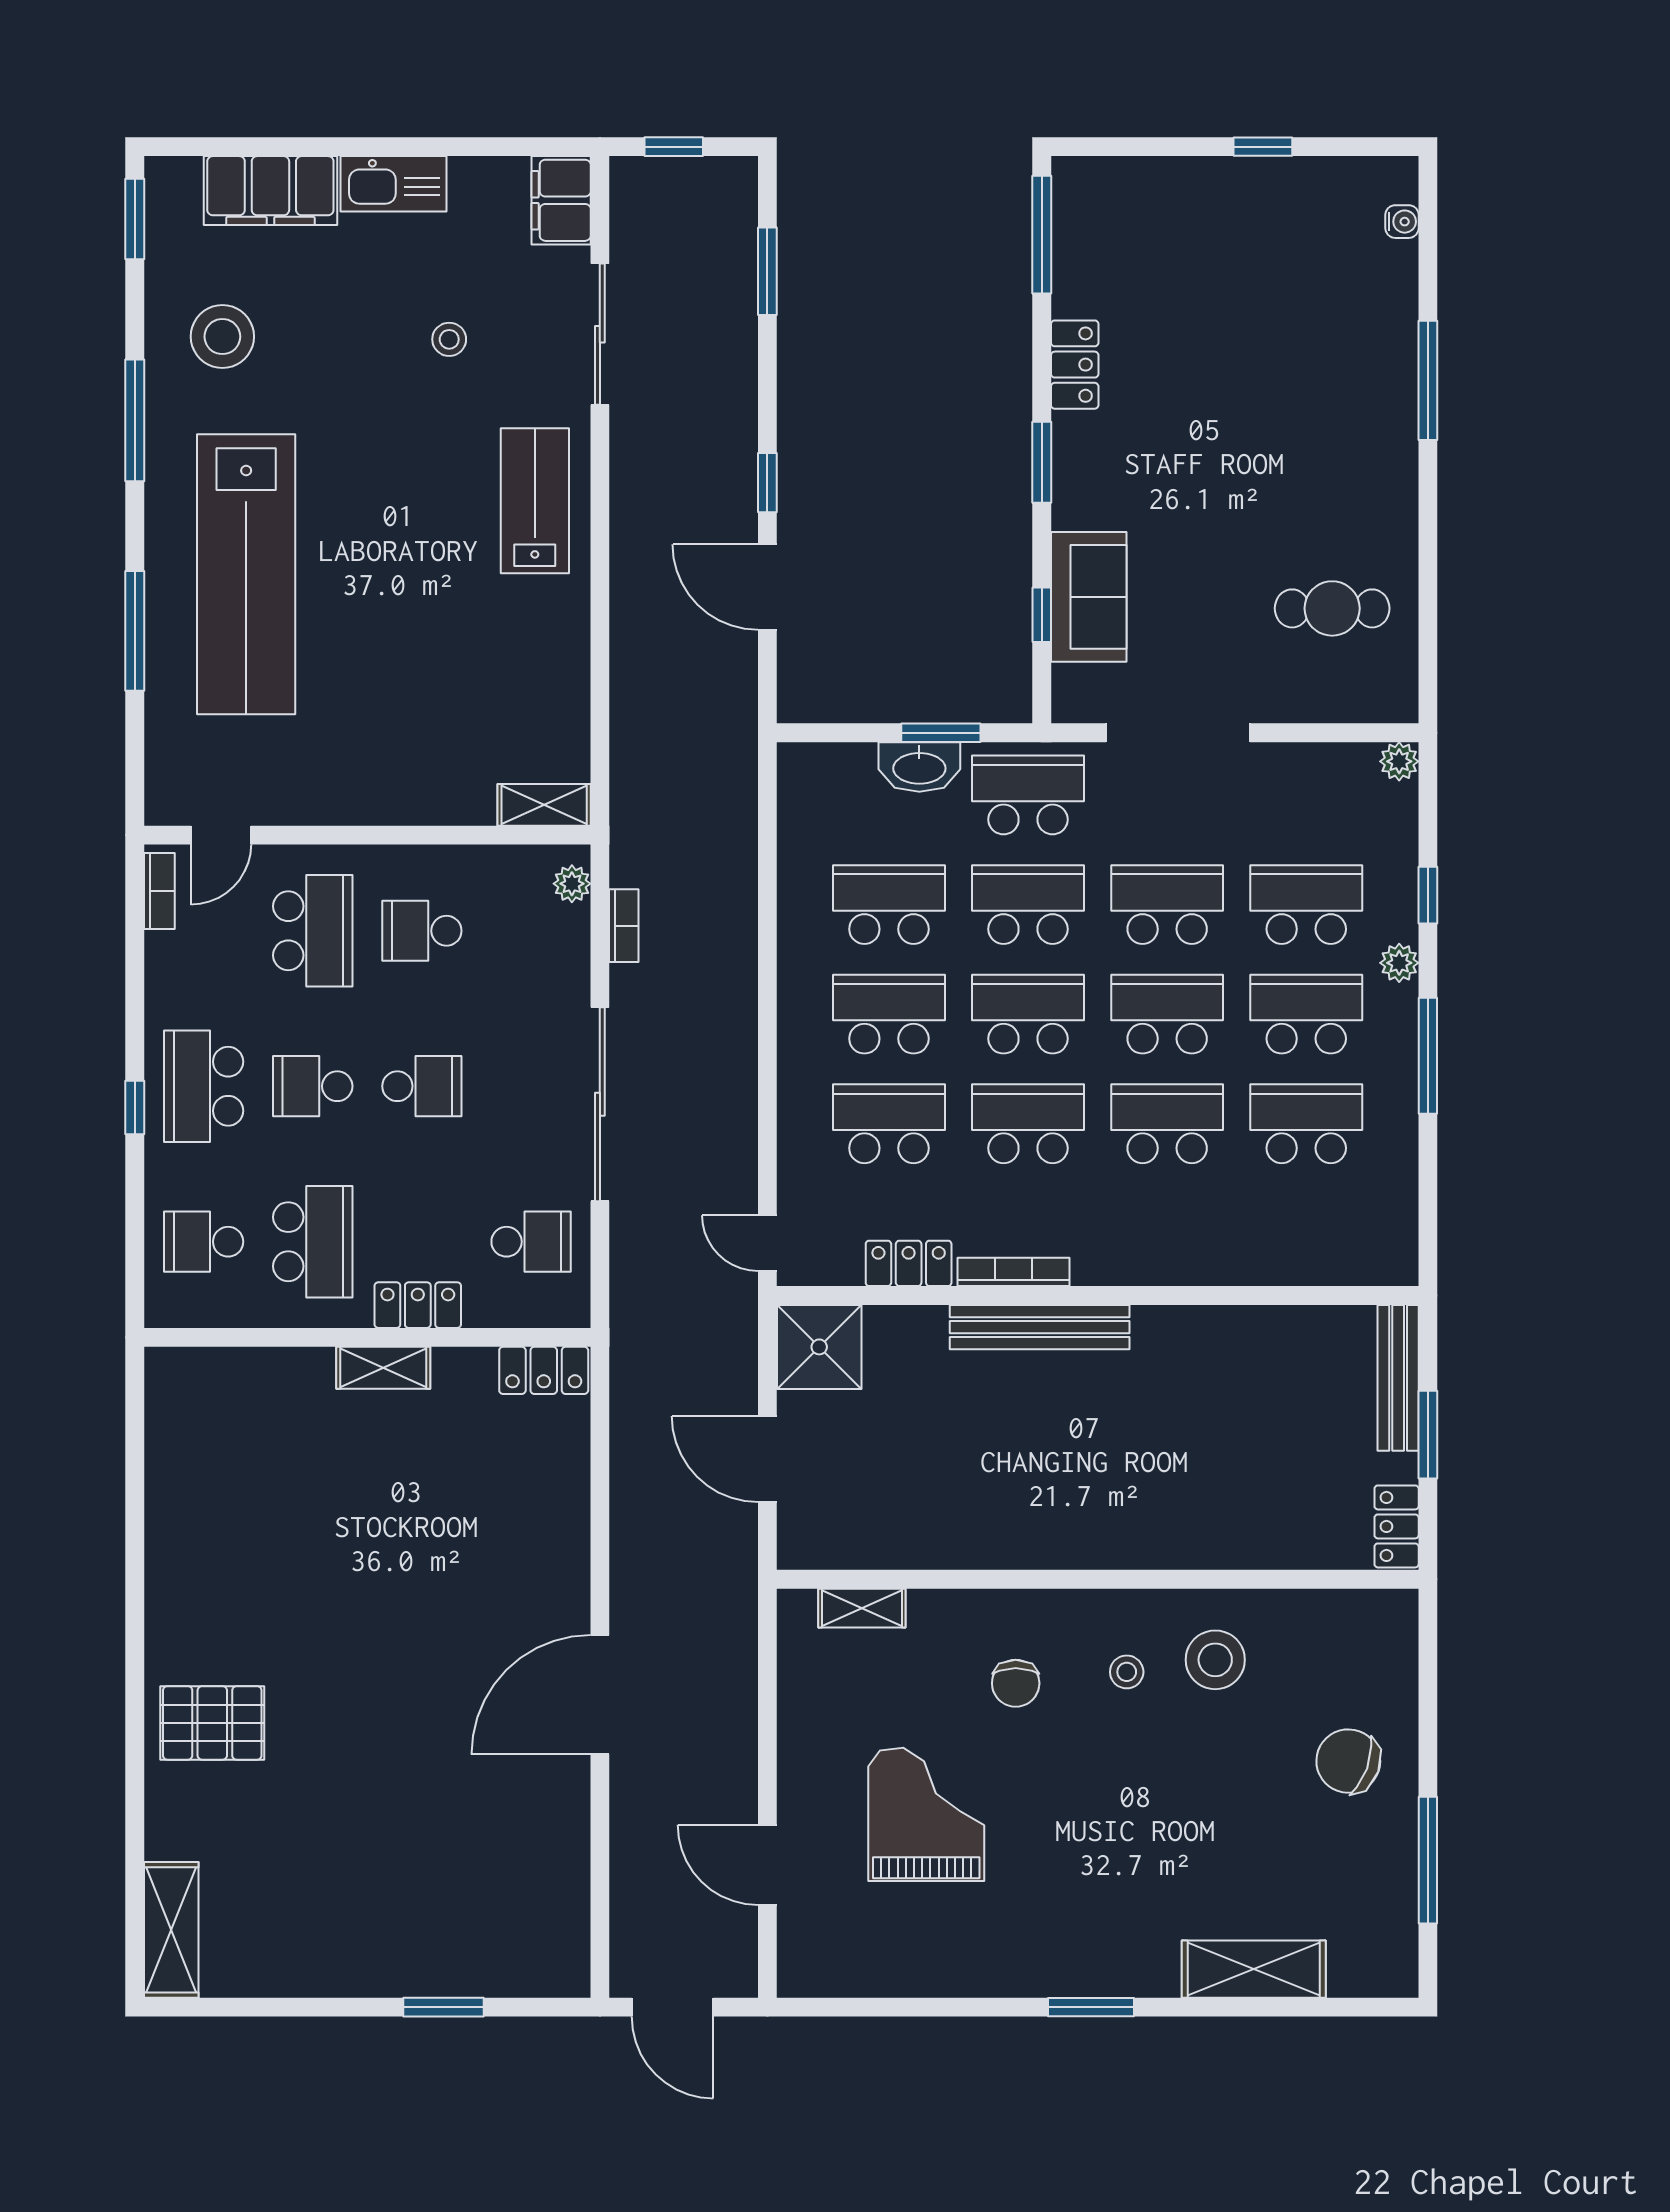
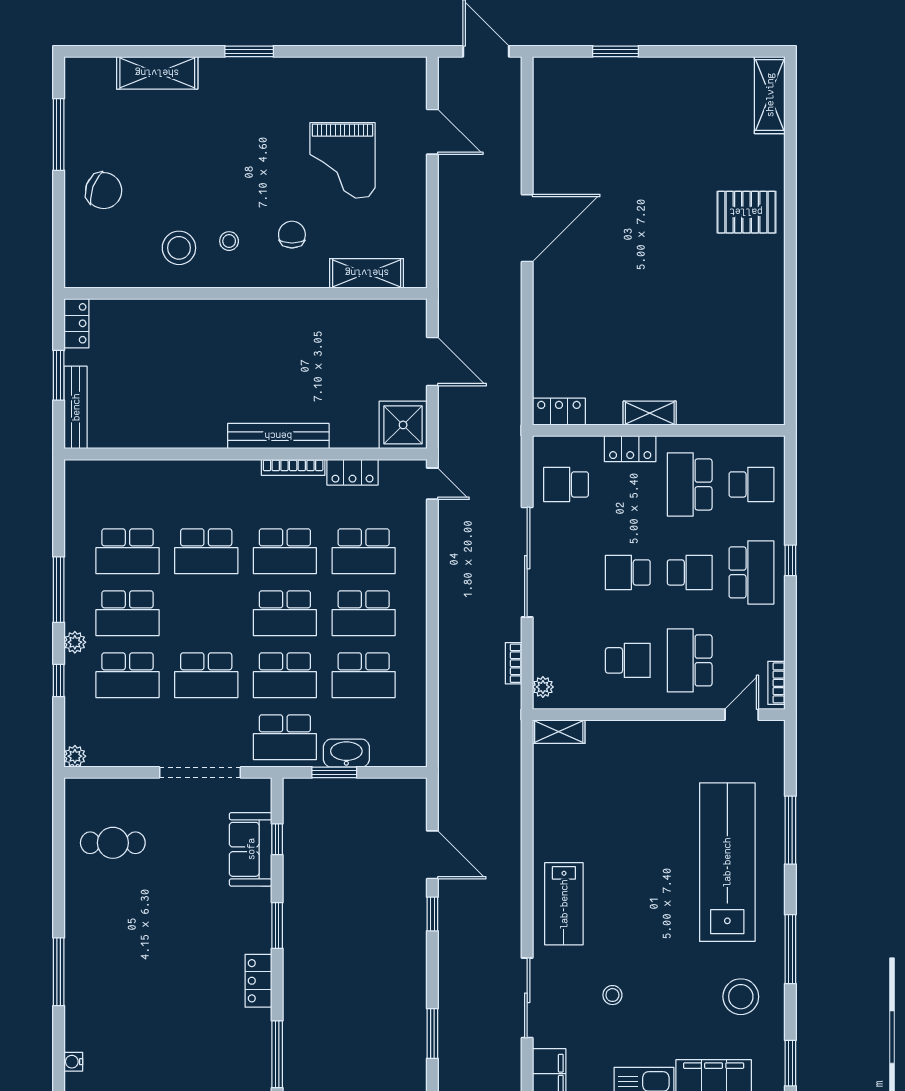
school desk: (1167, 1014) -> (206, 613), removed
shelving: (862, 1608) -> (367, 273), width x1.50, depth x1.33

